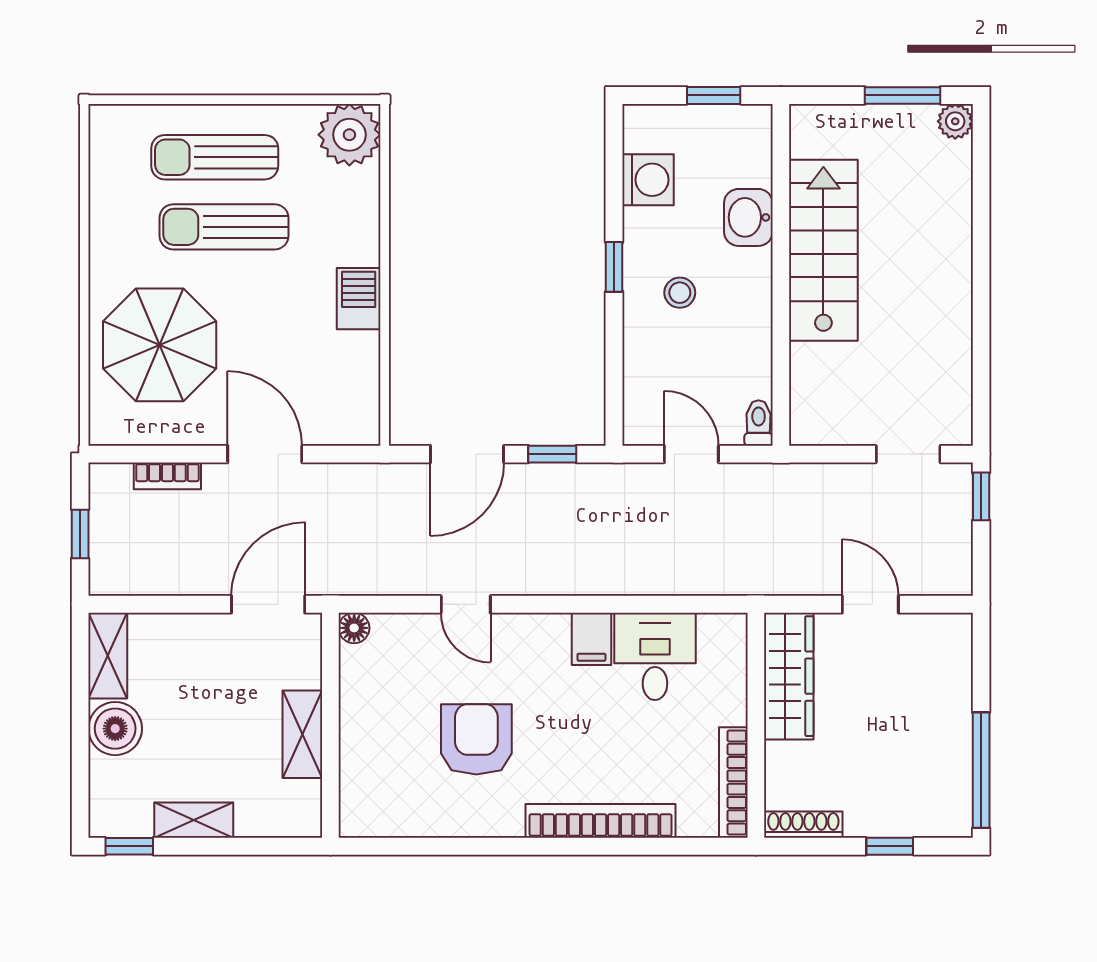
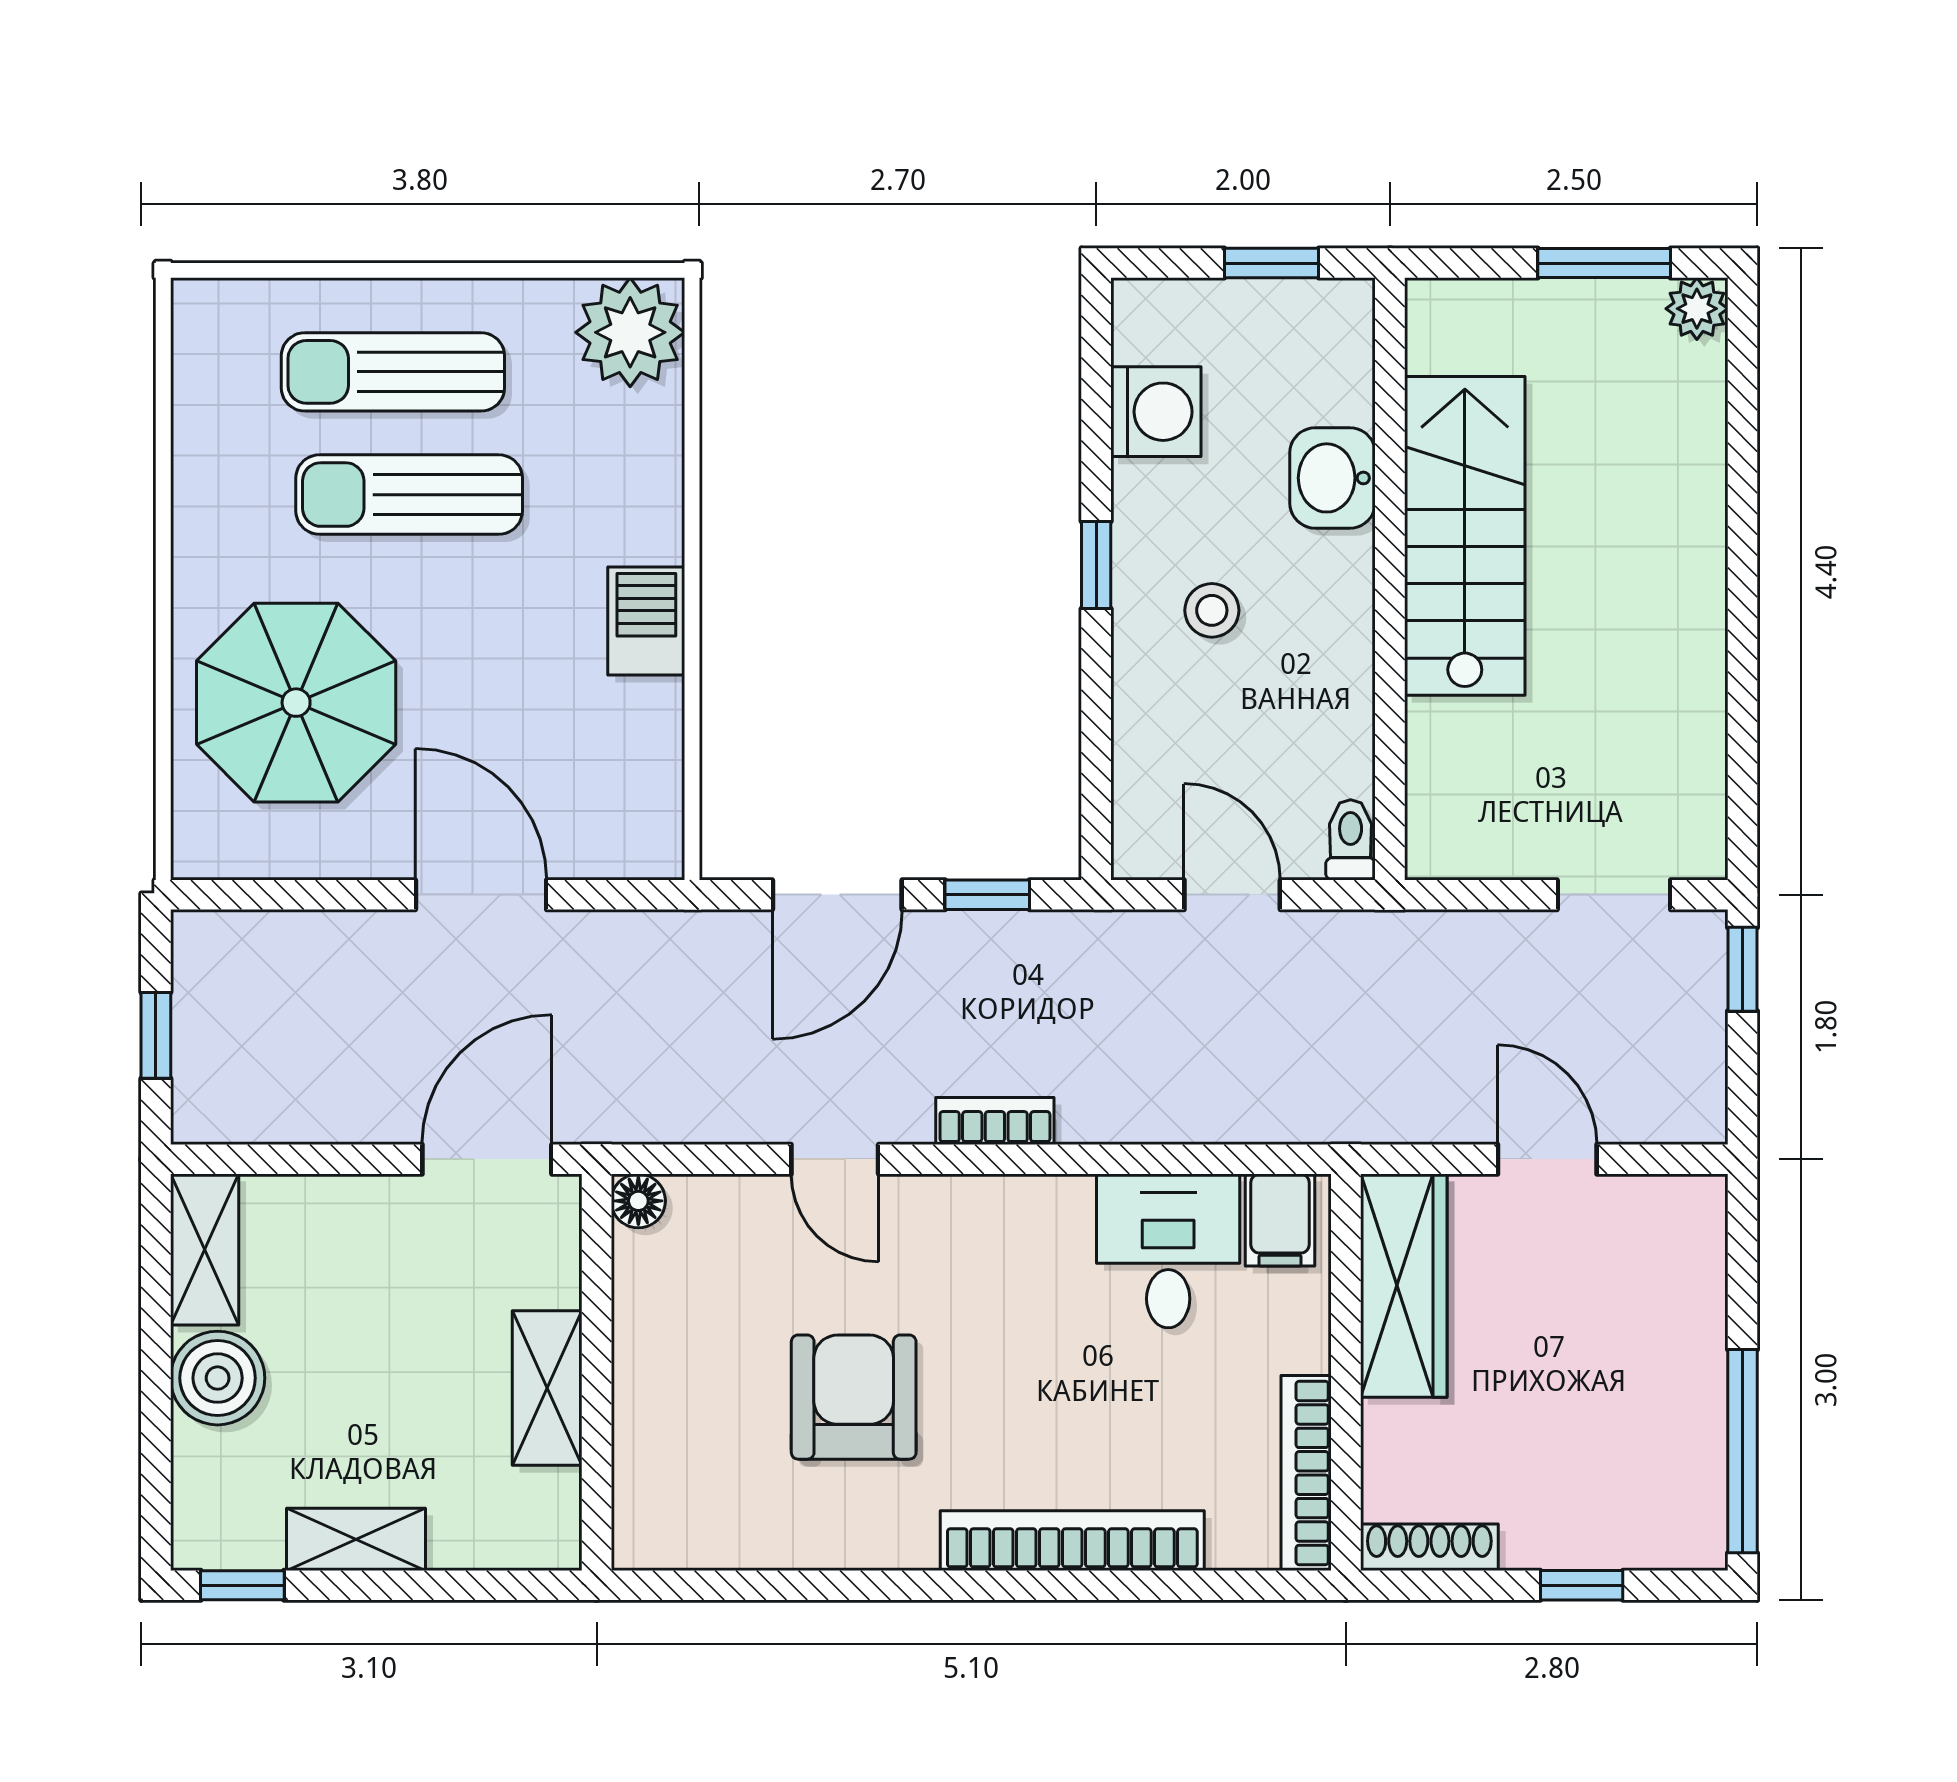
bookcase: (167, 476) -> (995, 1121), moved, turned 180
filing cabinet: (591, 639) -> (1280, 1220), moved

